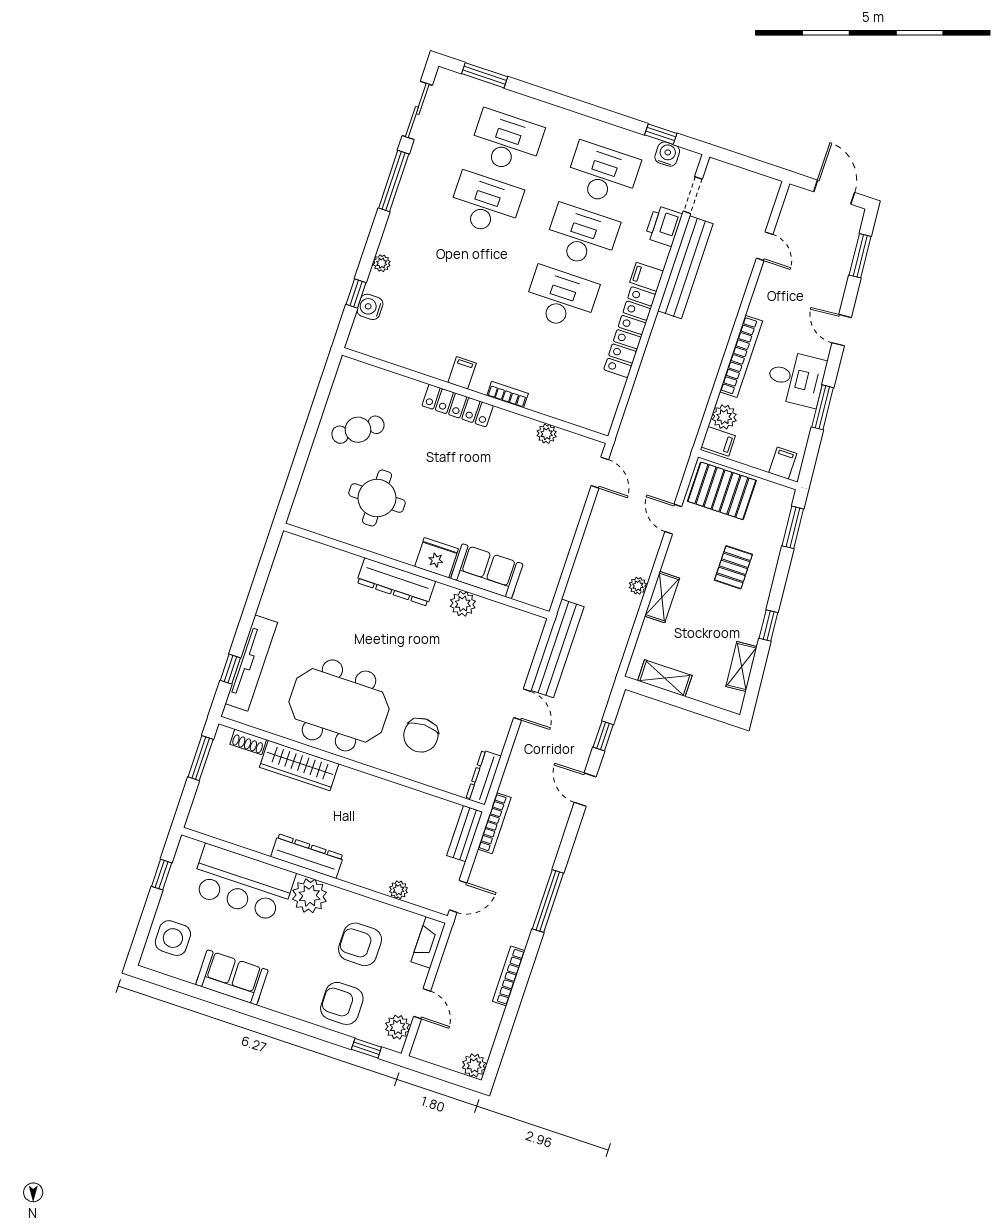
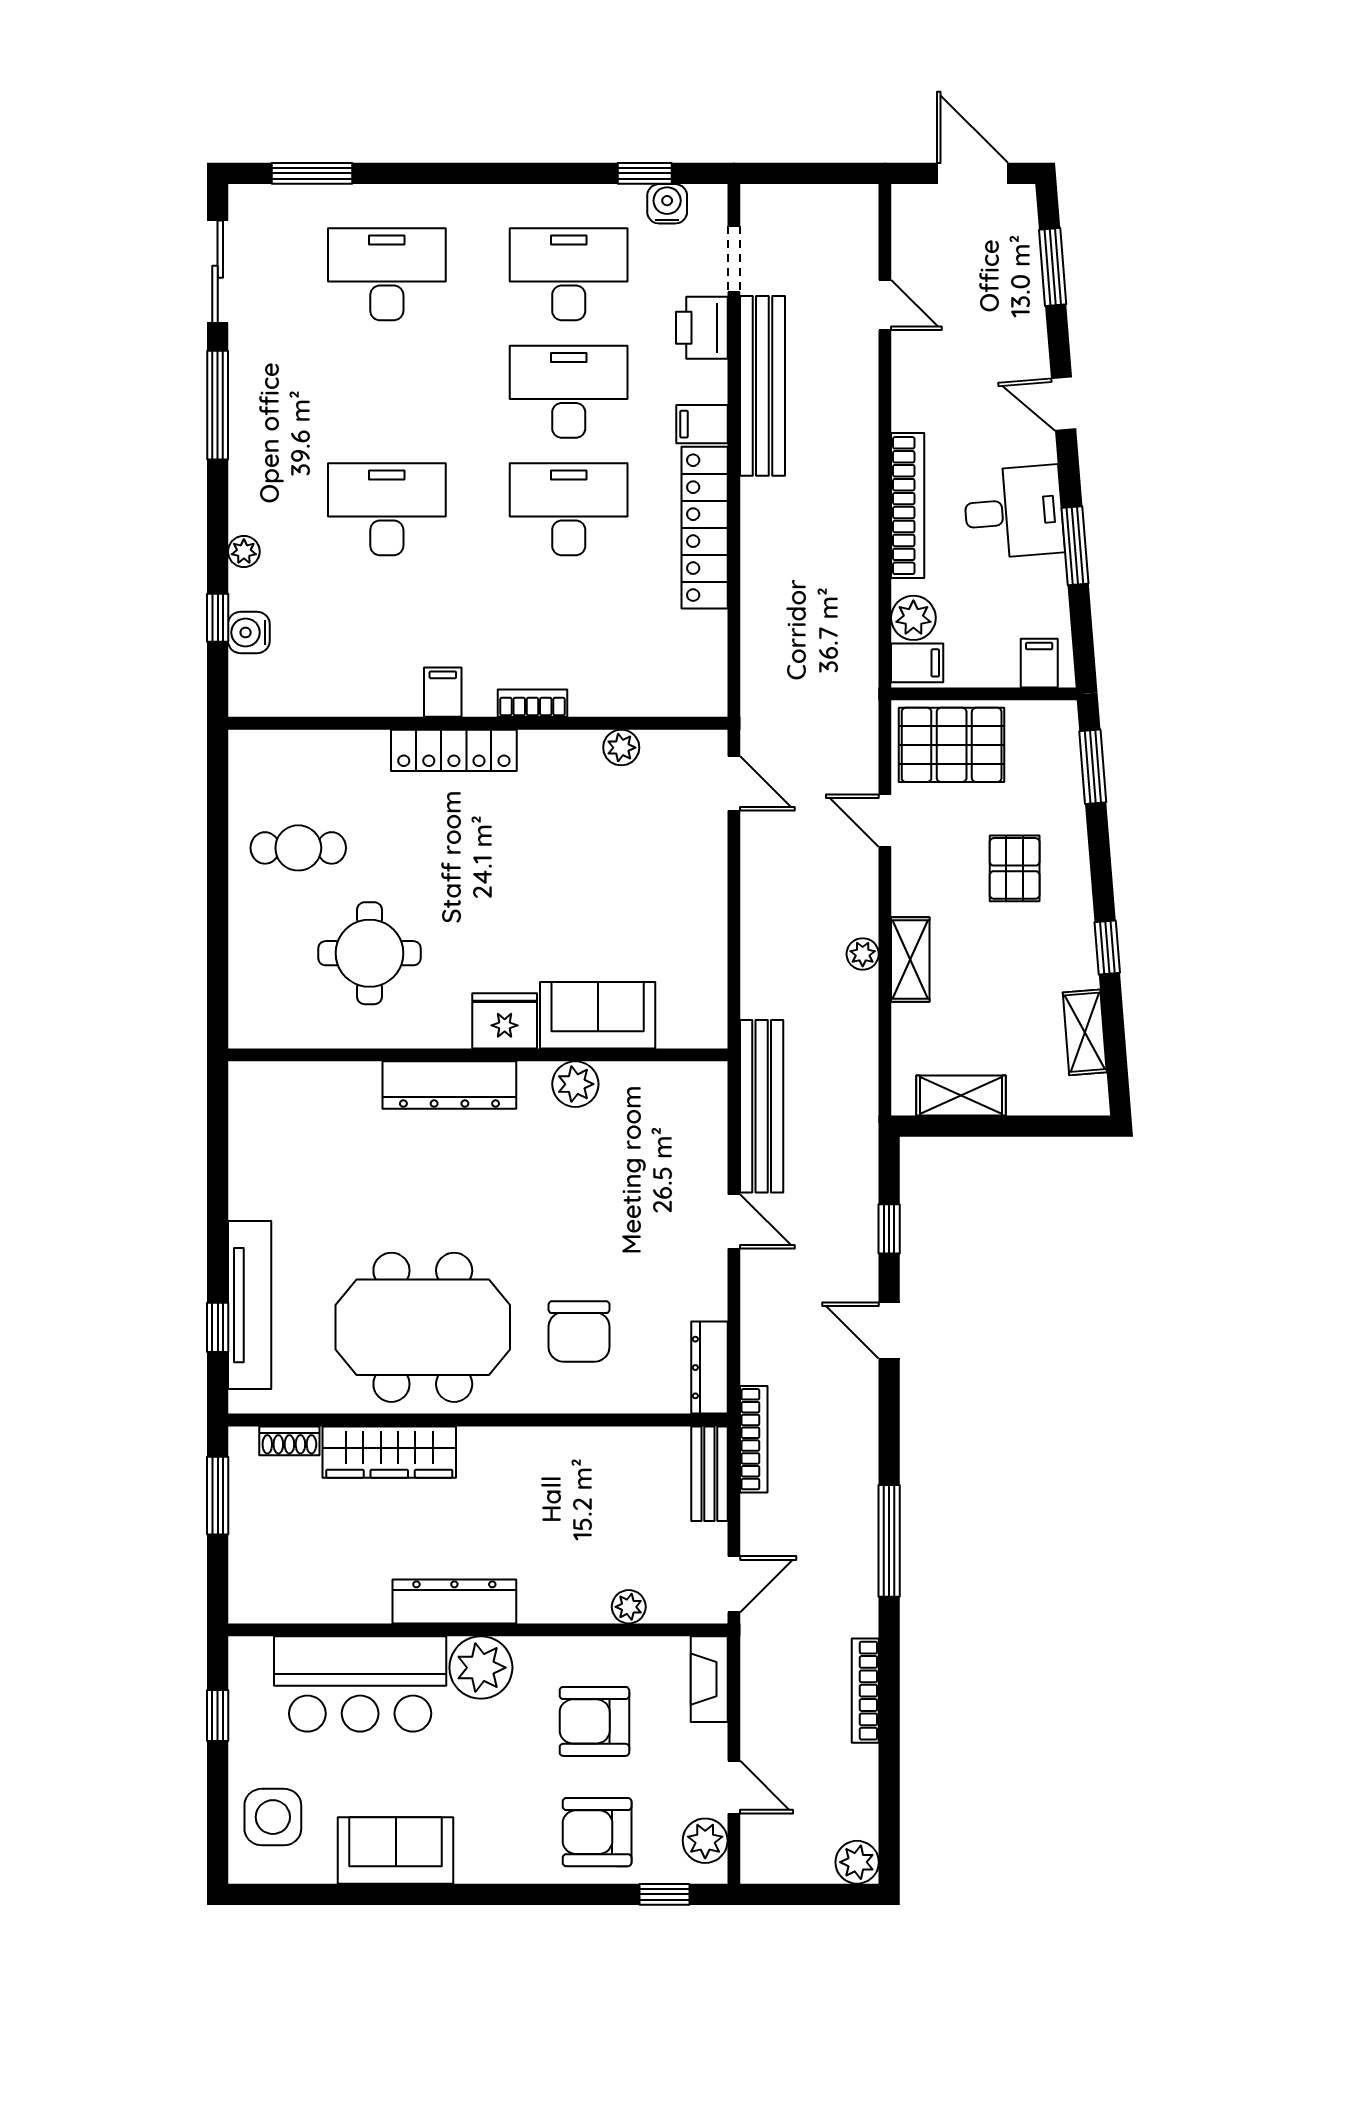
desk: (486, 204) -> (387, 509), moved
cafe table: (358, 430) -> (298, 848), turned 34

